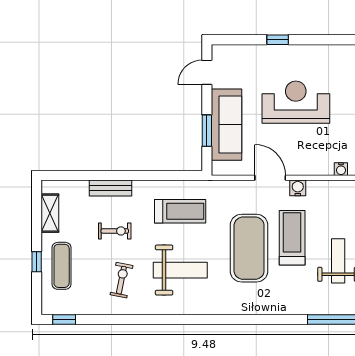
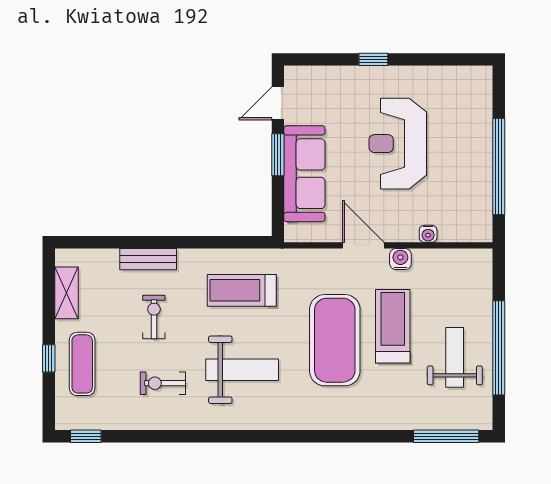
reception desk: (296, 102) -> (398, 144), turned -90
window: (207, 131) -> (278, 155), moved
water cooler: (341, 169) -> (428, 234), moved
treadmill: (180, 211) -> (242, 290), turned 180
exercise bike: (115, 231) -> (154, 317), turned -90
exercise bike: (121, 280) -> (163, 383), turned -101

